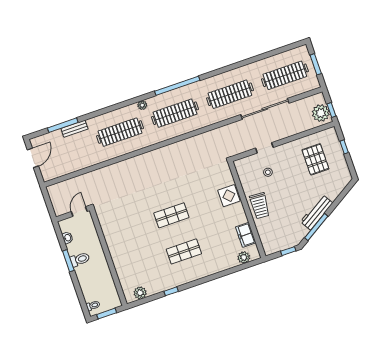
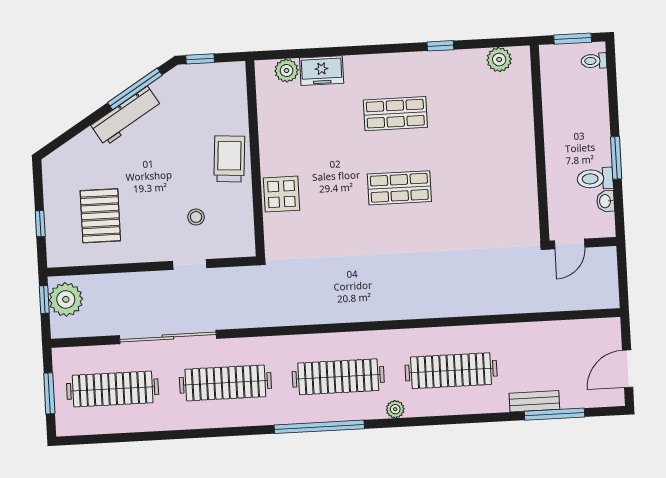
freezer: (246, 235) -> (322, 71), moved, turned 90
toilet: (80, 259) -> (595, 179), moved

